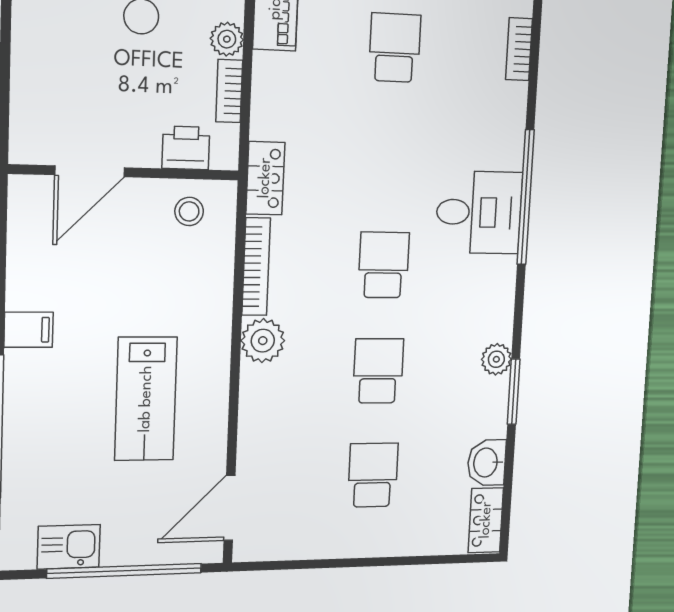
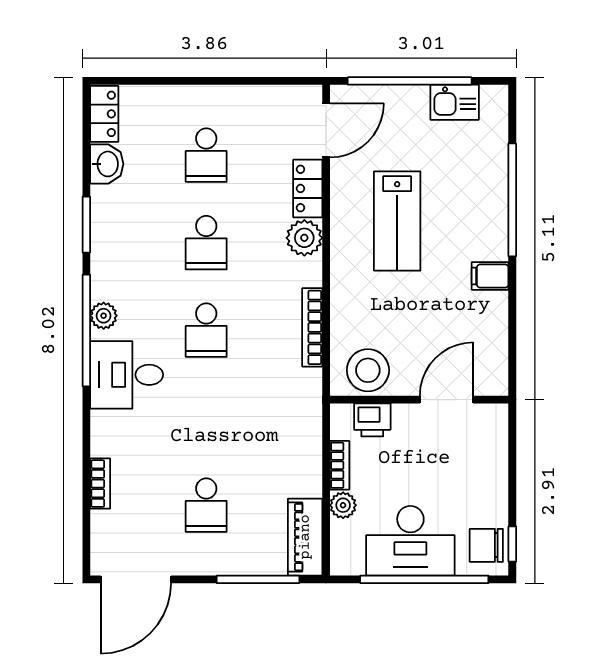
bookcase: (519, 49) -> (100, 484), moved
locker: (265, 178) -> (308, 188), moved
window: (526, 197) -> (86, 331), moved
stool: (189, 211) -> (368, 370), width x1.89, depth x1.89
plant: (263, 341) -> (304, 238), moved
plant: (496, 359) -> (104, 316), moved
lab bench: (146, 399) -> (397, 221), turned 180

